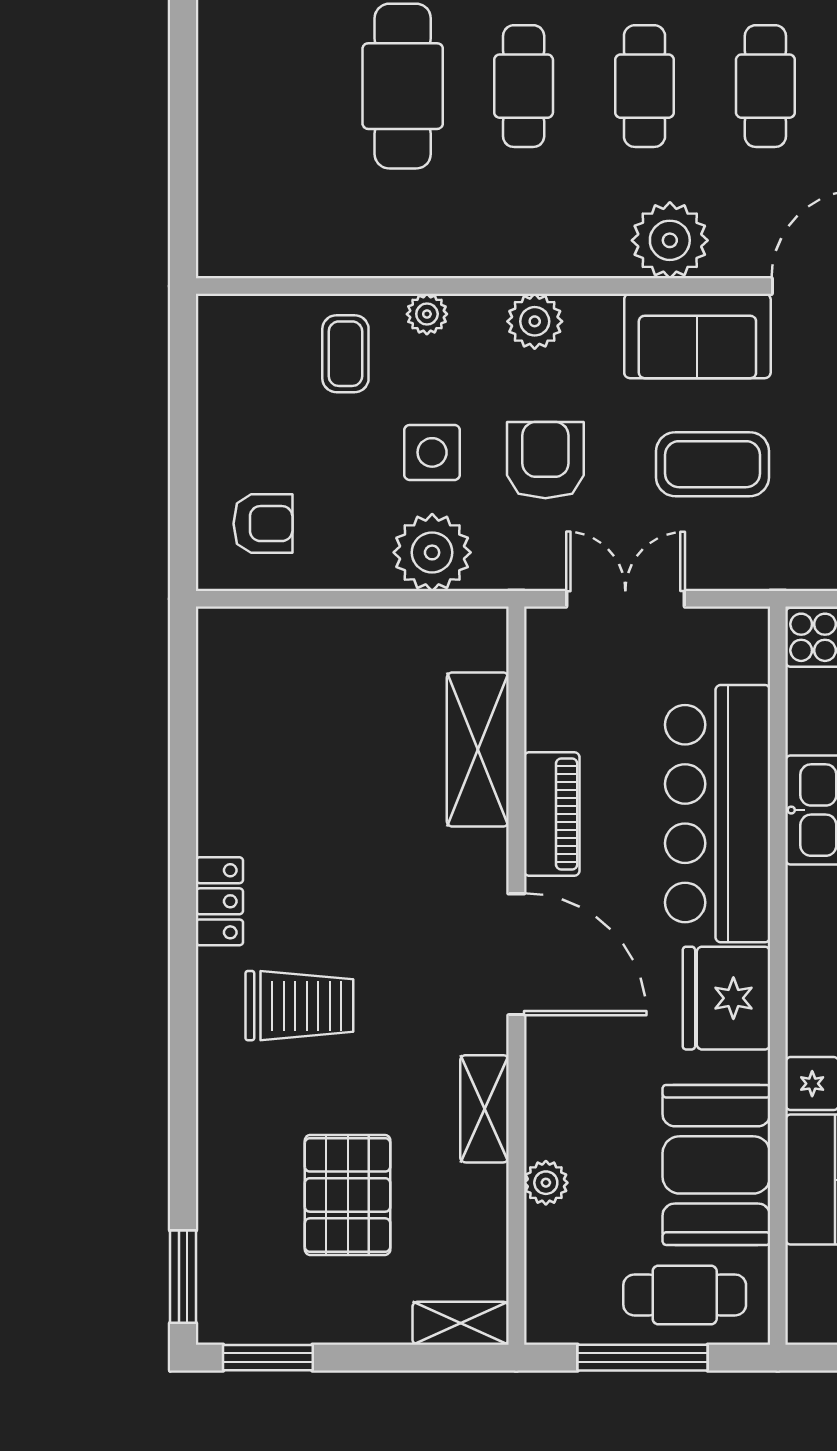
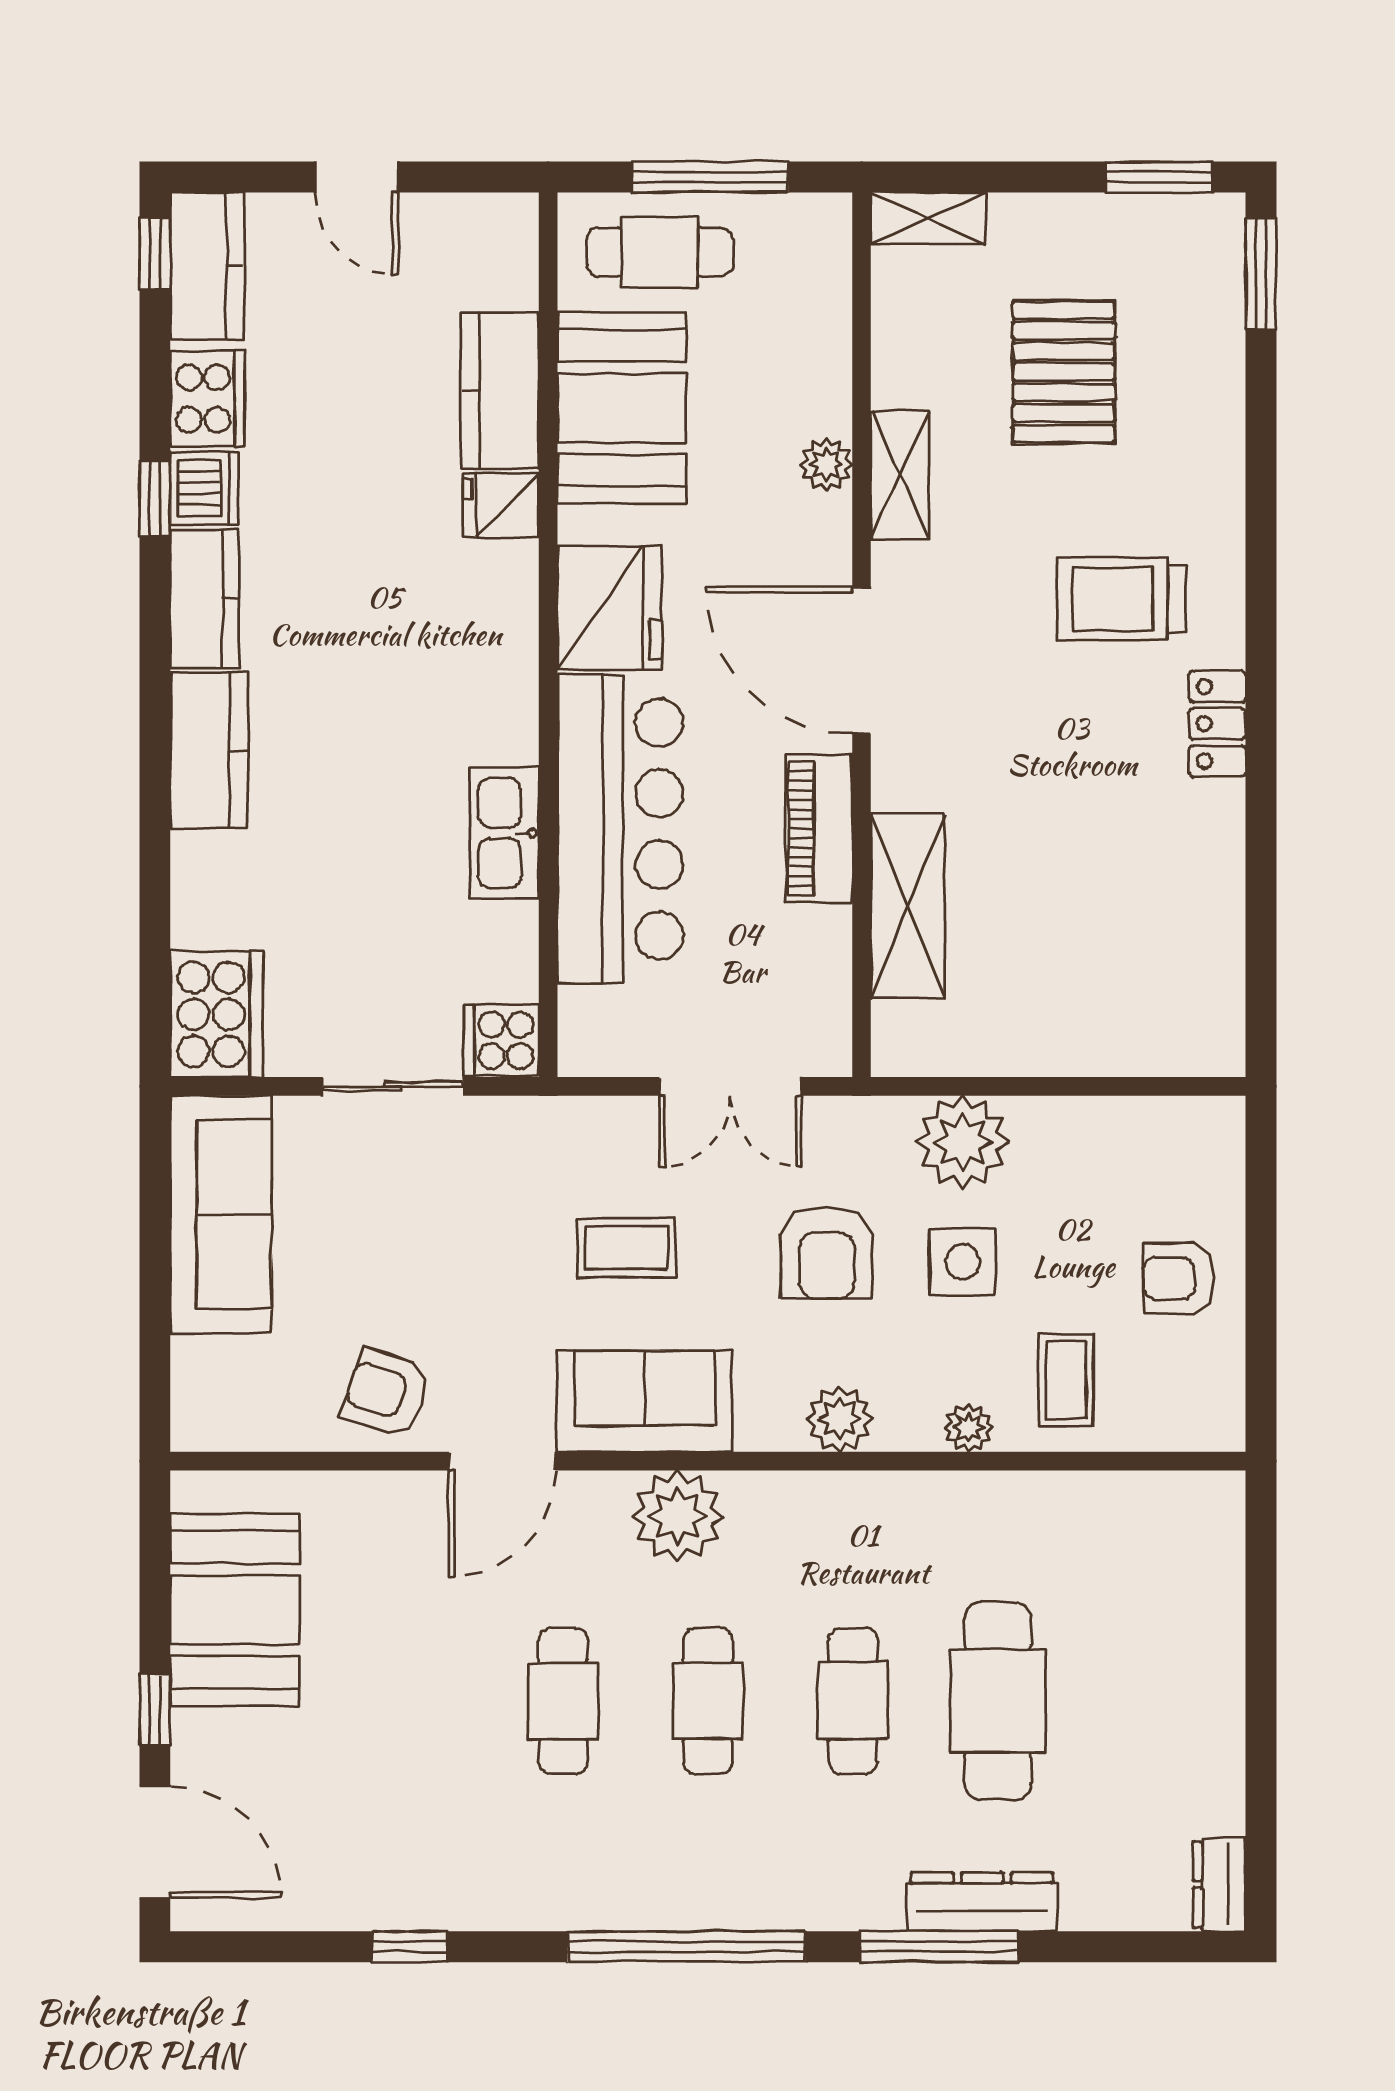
coffee table: (712, 464) -> (626, 1248), width x0.73, depth x0.77
armchair: (263, 524) -> (1179, 1278), moved
plant: (546, 1183) -> (826, 464), moved

